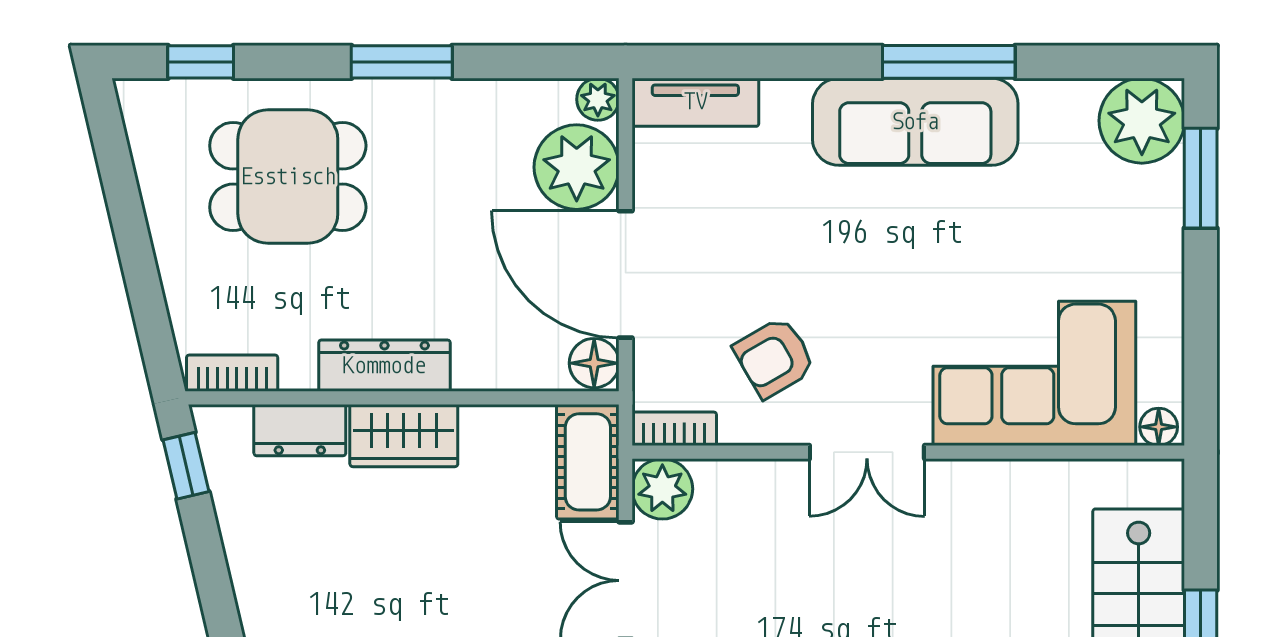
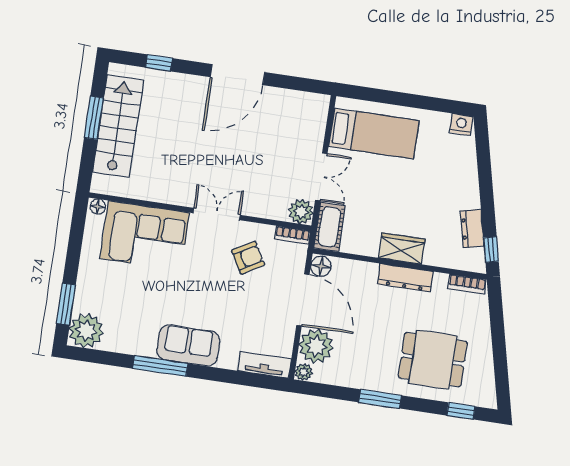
sofa: (915, 122) -> (188, 346), width x0.73
dresser: (300, 430) -> (472, 228), moved, turned -103

